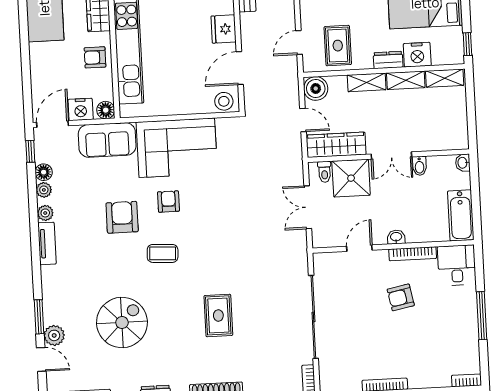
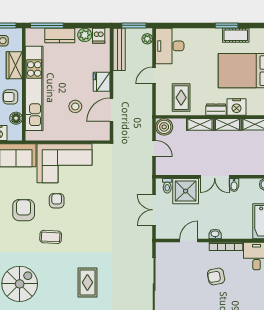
door: (299, 43) -> (154, 76), moved
stool: (224, 101) -> (75, 106), moved
floor lamp: (106, 110) -> (16, 118), moved
wardrobe: (336, 145) -> (176, 167), removed

